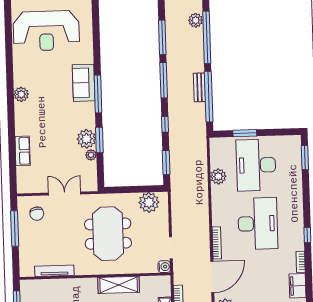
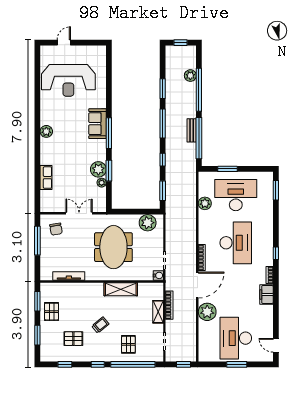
window: (162, 37) -> (163, 89), width x0.69
desk: (256, 165) -> (236, 195), turned 90

